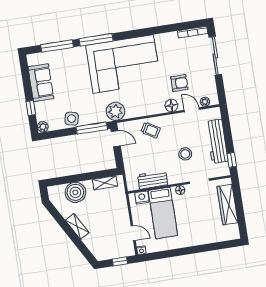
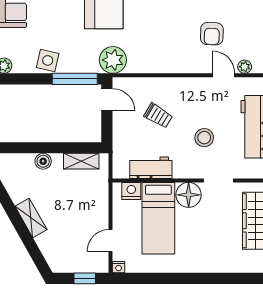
armchair: (179, 83) -> (212, 34), turned 92
floor lamp: (171, 105) -> (195, 64), removed
trolley: (151, 130) -> (158, 116), moved
floor lamp: (180, 190) -> (189, 195), width x1.89, depth x1.89
boiler: (75, 192) -> (43, 161), width x0.54, depth x0.54
door: (133, 233) -> (111, 241), swing flipped

